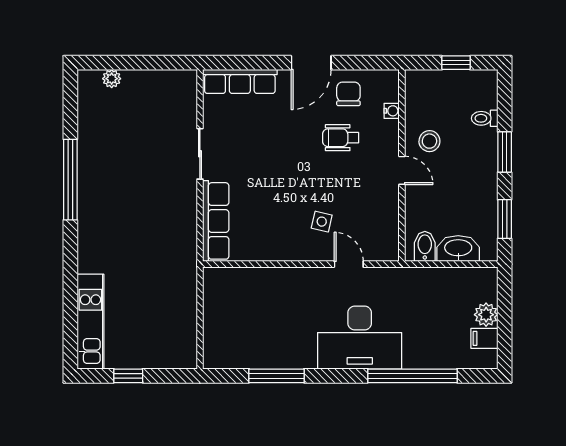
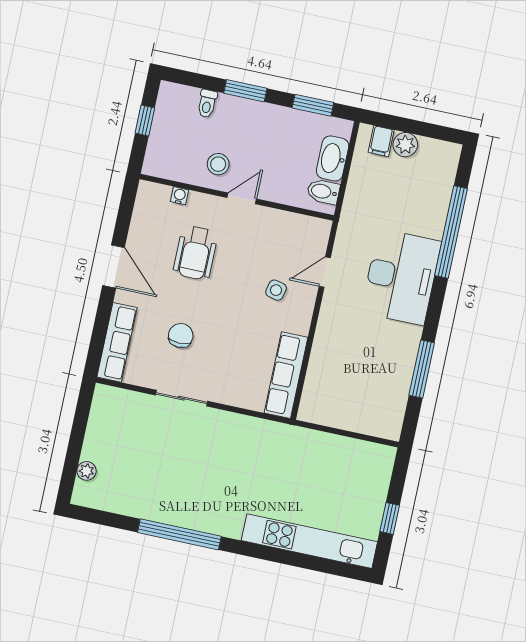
chair: (348, 94) -> (181, 336), moved, turned 90
wheelchair: (341, 138) -> (196, 253), width x1.36, depth x1.37
row of seats: (216, 221) -> (286, 375), moved, turned -90
kitchen unit: (90, 322) -> (309, 541), width x1.36
filing cabinet: (484, 338) -> (381, 141), moved

